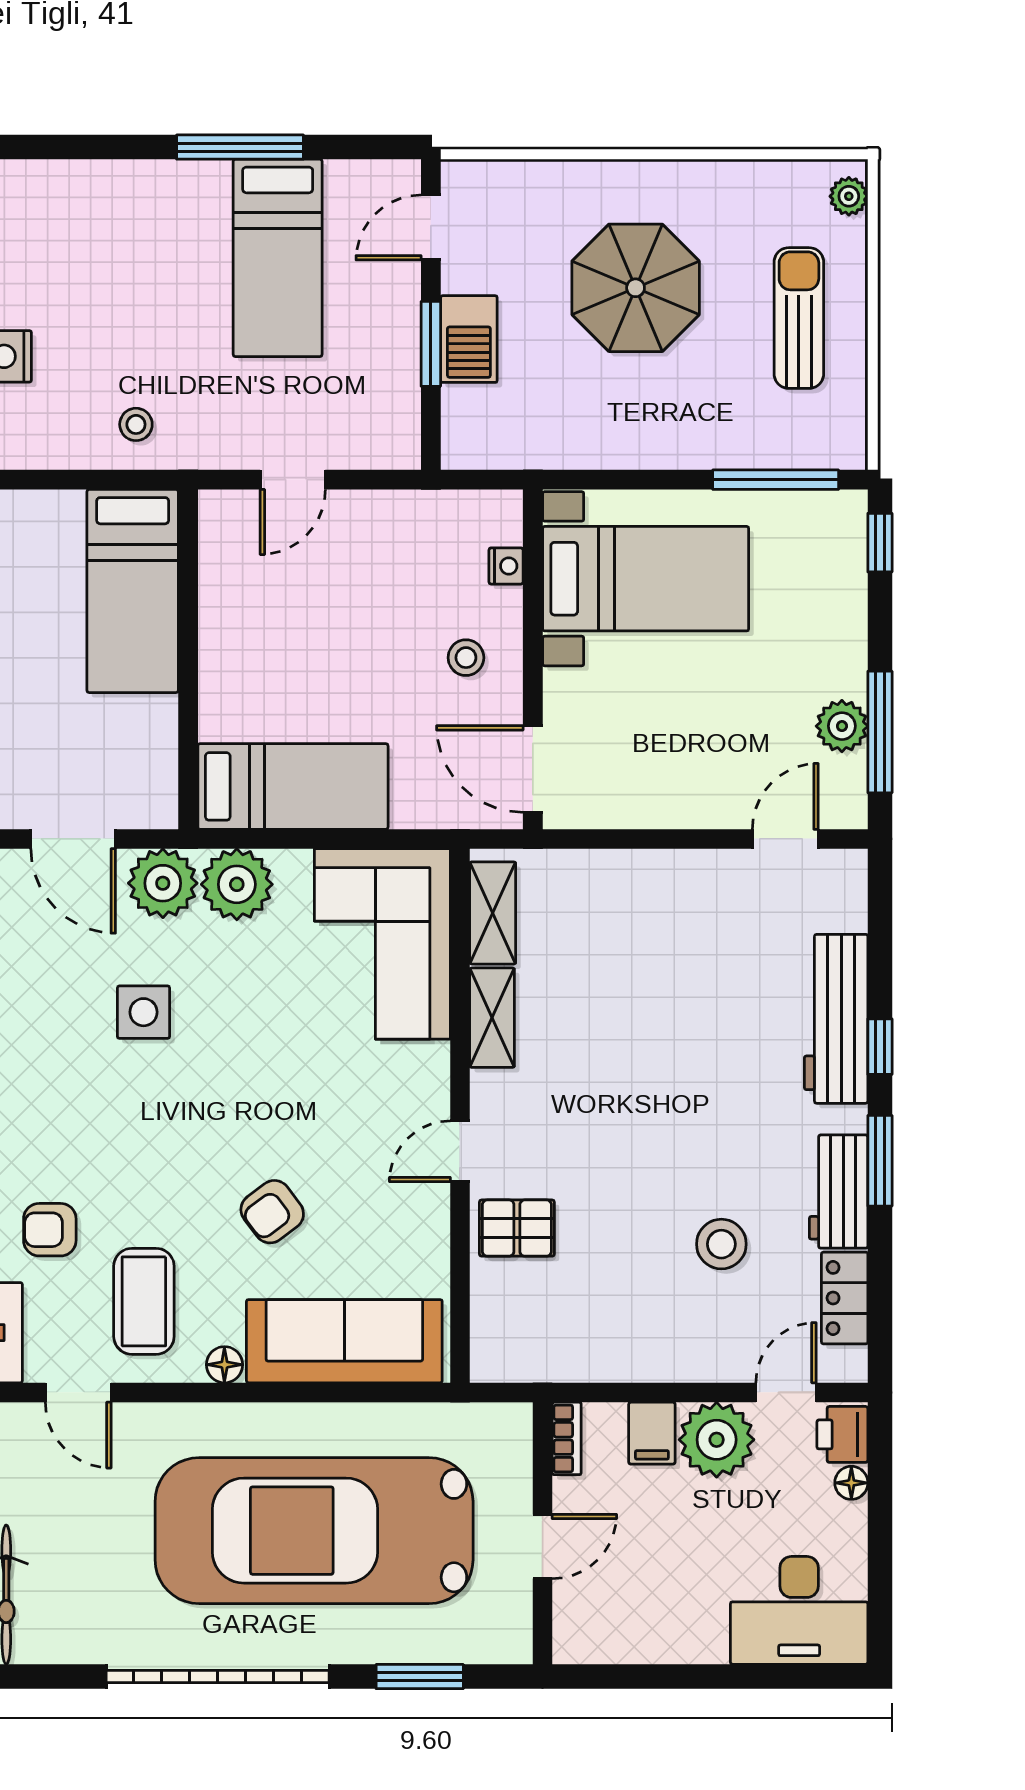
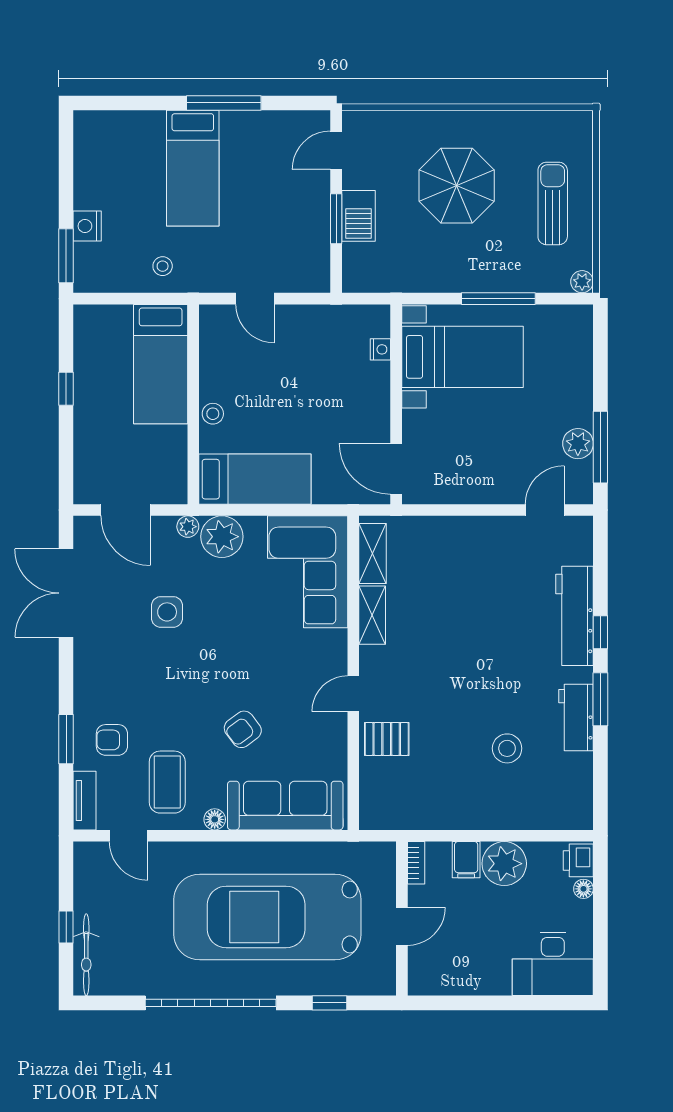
plant: (849, 196) -> (582, 282), moved
bed: (278, 258) -> (193, 168), moved
door: (293, 480) -> (255, 299), hinge flipped
window: (776, 480) -> (498, 299), moved
window: (880, 543) -> (600, 336), removed
stool: (466, 658) -> (213, 414), moved
plant: (163, 883) -> (188, 527), width x0.53, depth x0.53
locker: (845, 1298) -> (580, 780), removed
door: (786, 1392) -> (545, 836), removed
window: (420, 1677) -> (330, 1003), width x0.67

